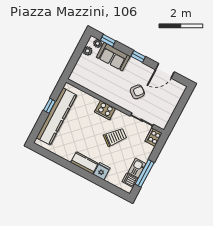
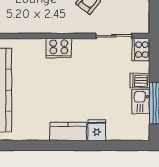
trolley: (115, 137) -> (91, 76), removed
dishwasher: (130, 180) -> (140, 81), moved

